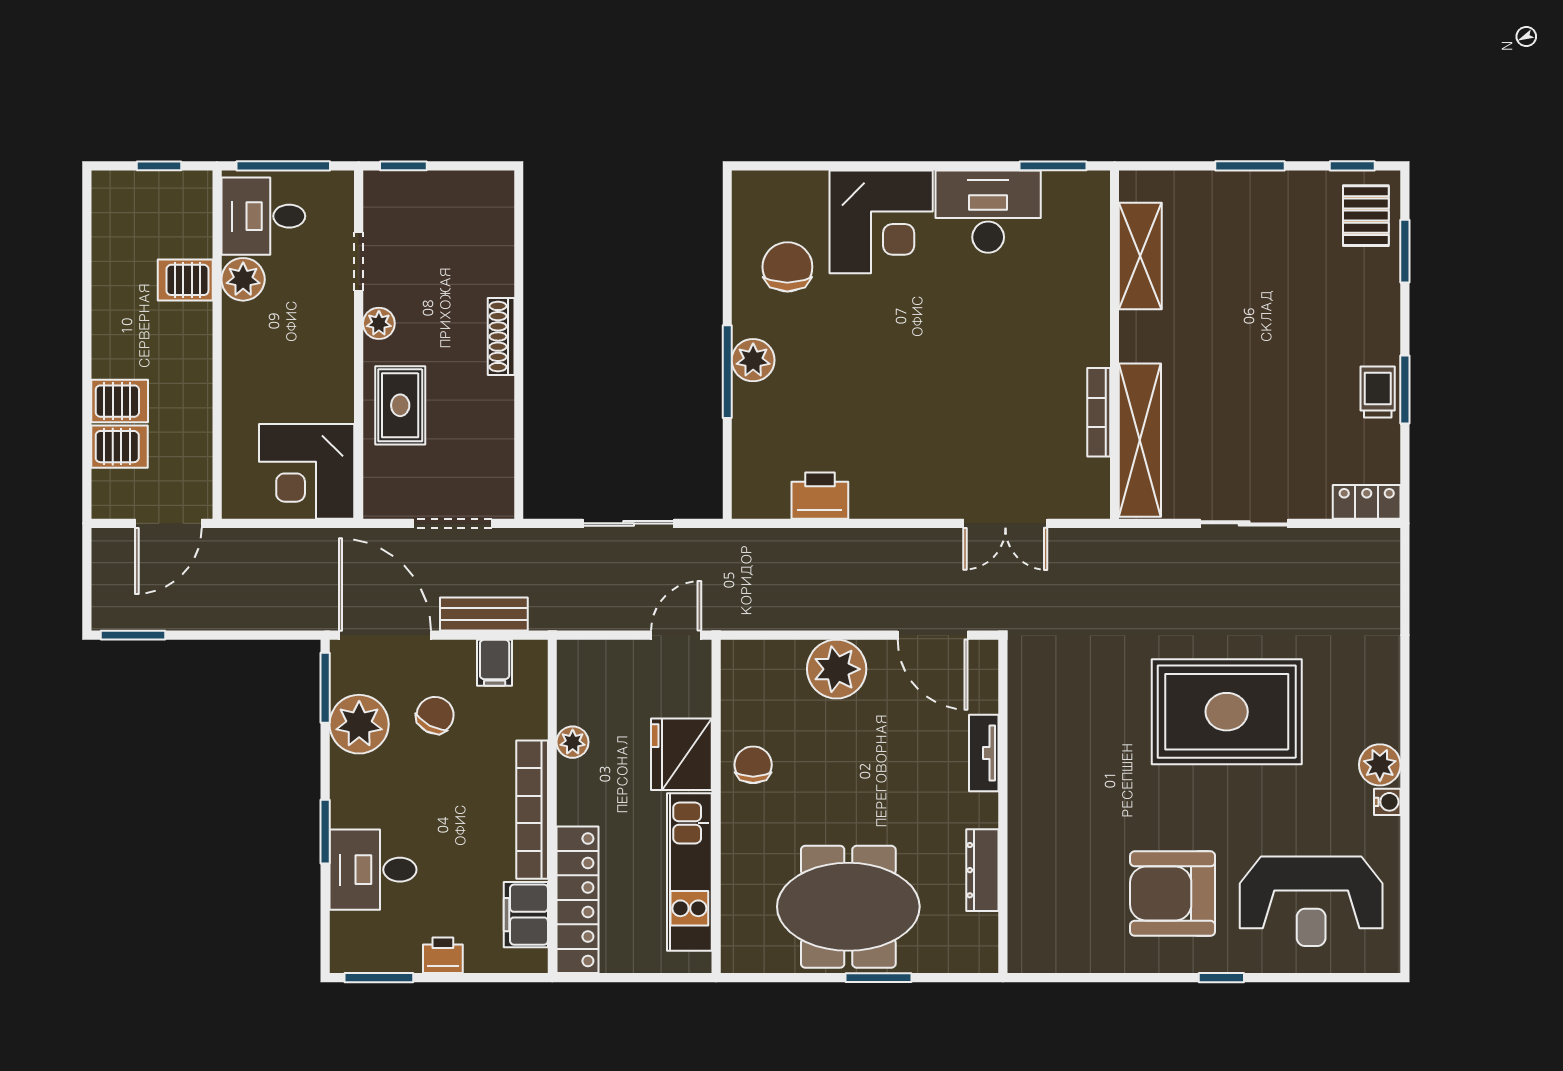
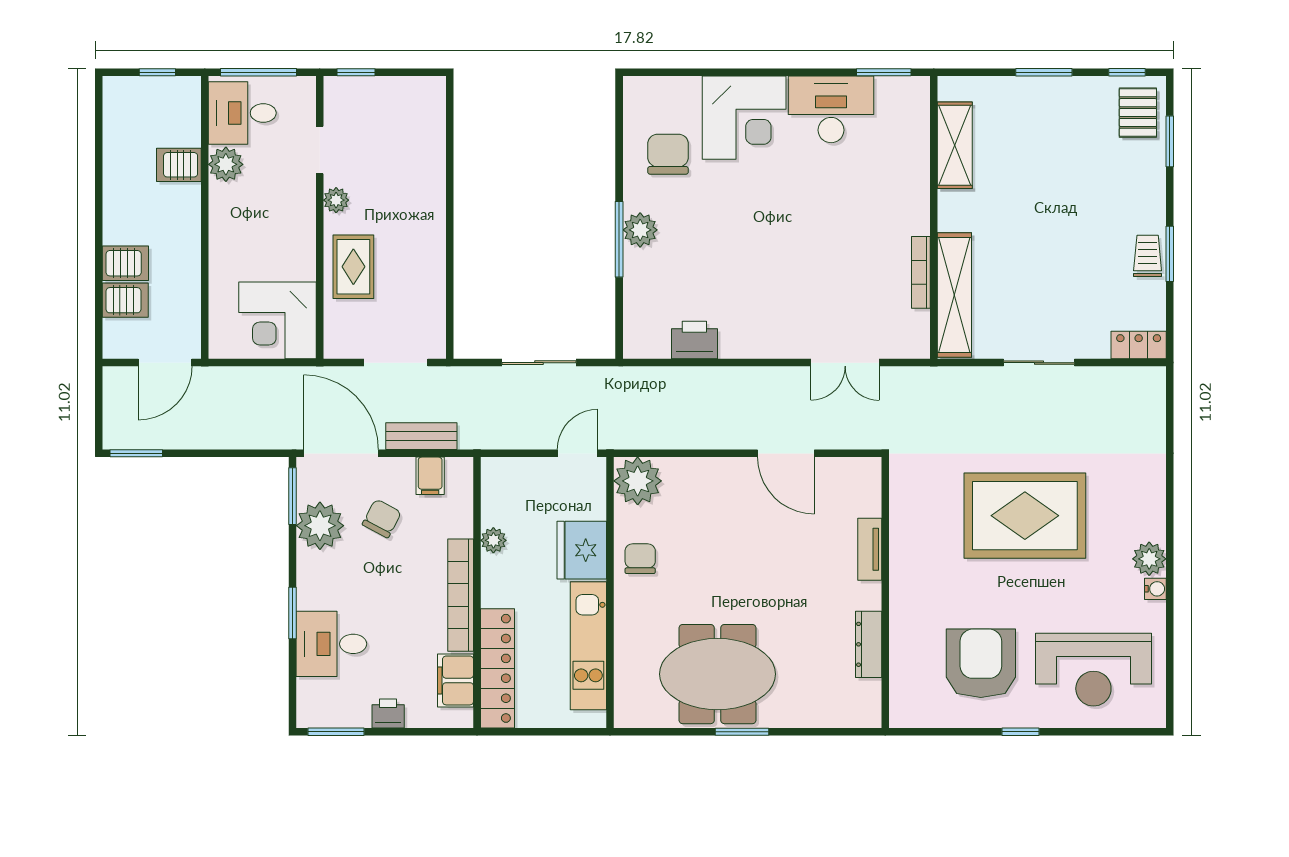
shoe rack: (501, 337) -> (435, 211), removed
plant: (837, 669) -> (638, 481), moved
tv unit: (984, 753) -> (870, 549), moved
wall: (1003, 806) -> (885, 593), moved
dresser: (982, 870) -> (869, 644), moved
armchair: (1173, 894) -> (981, 663), turned 90

